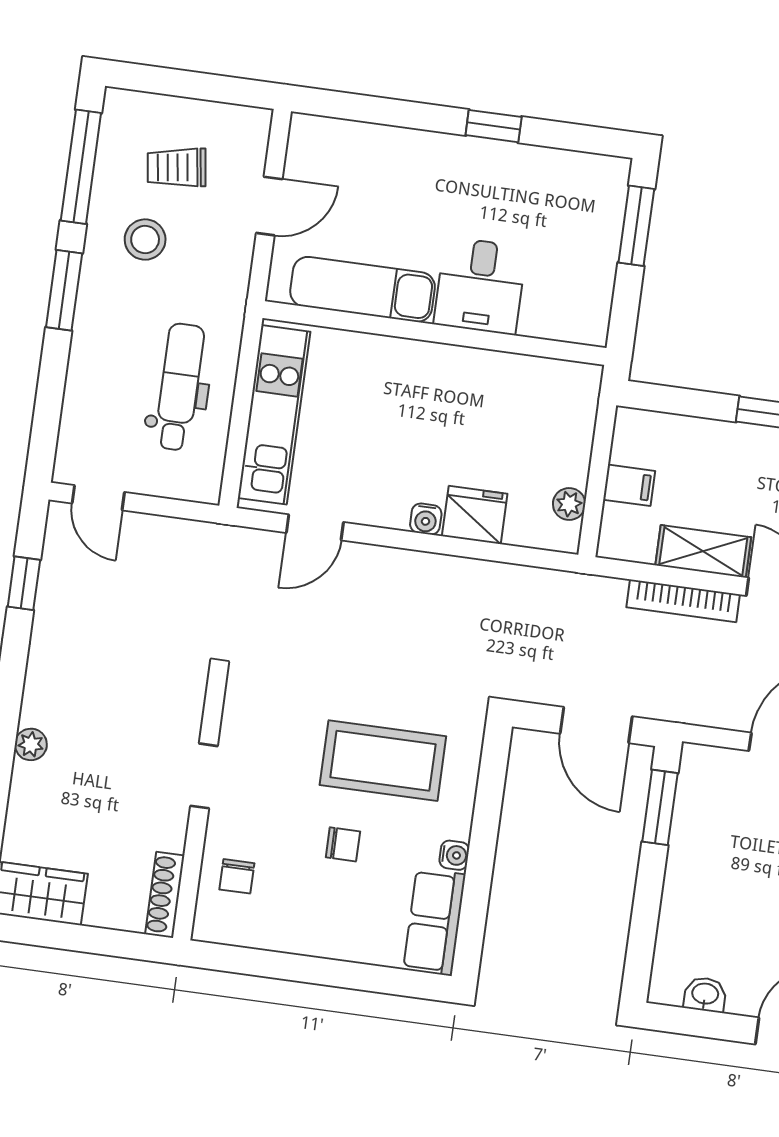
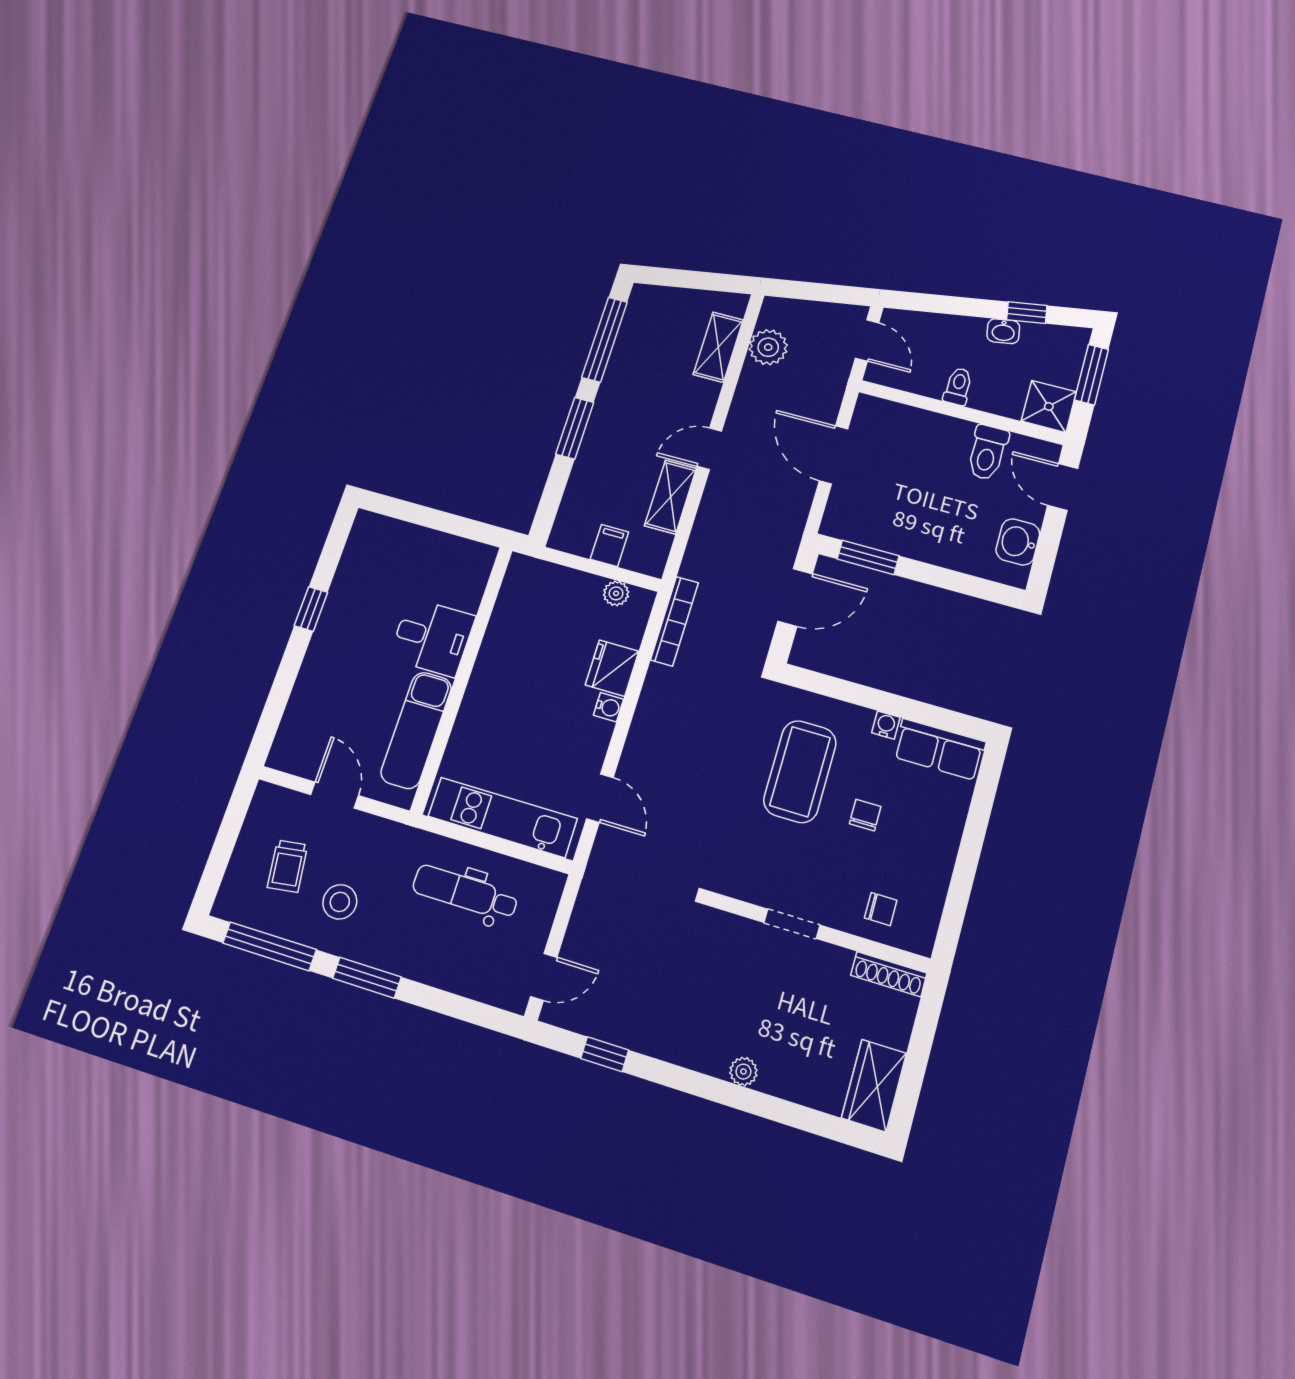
window: (636, 226) -> (410, 512), removed
bookcase: (683, 601) -> (674, 621), moved
washbasin: (705, 995) -> (1018, 542), width x1.38, depth x1.45

